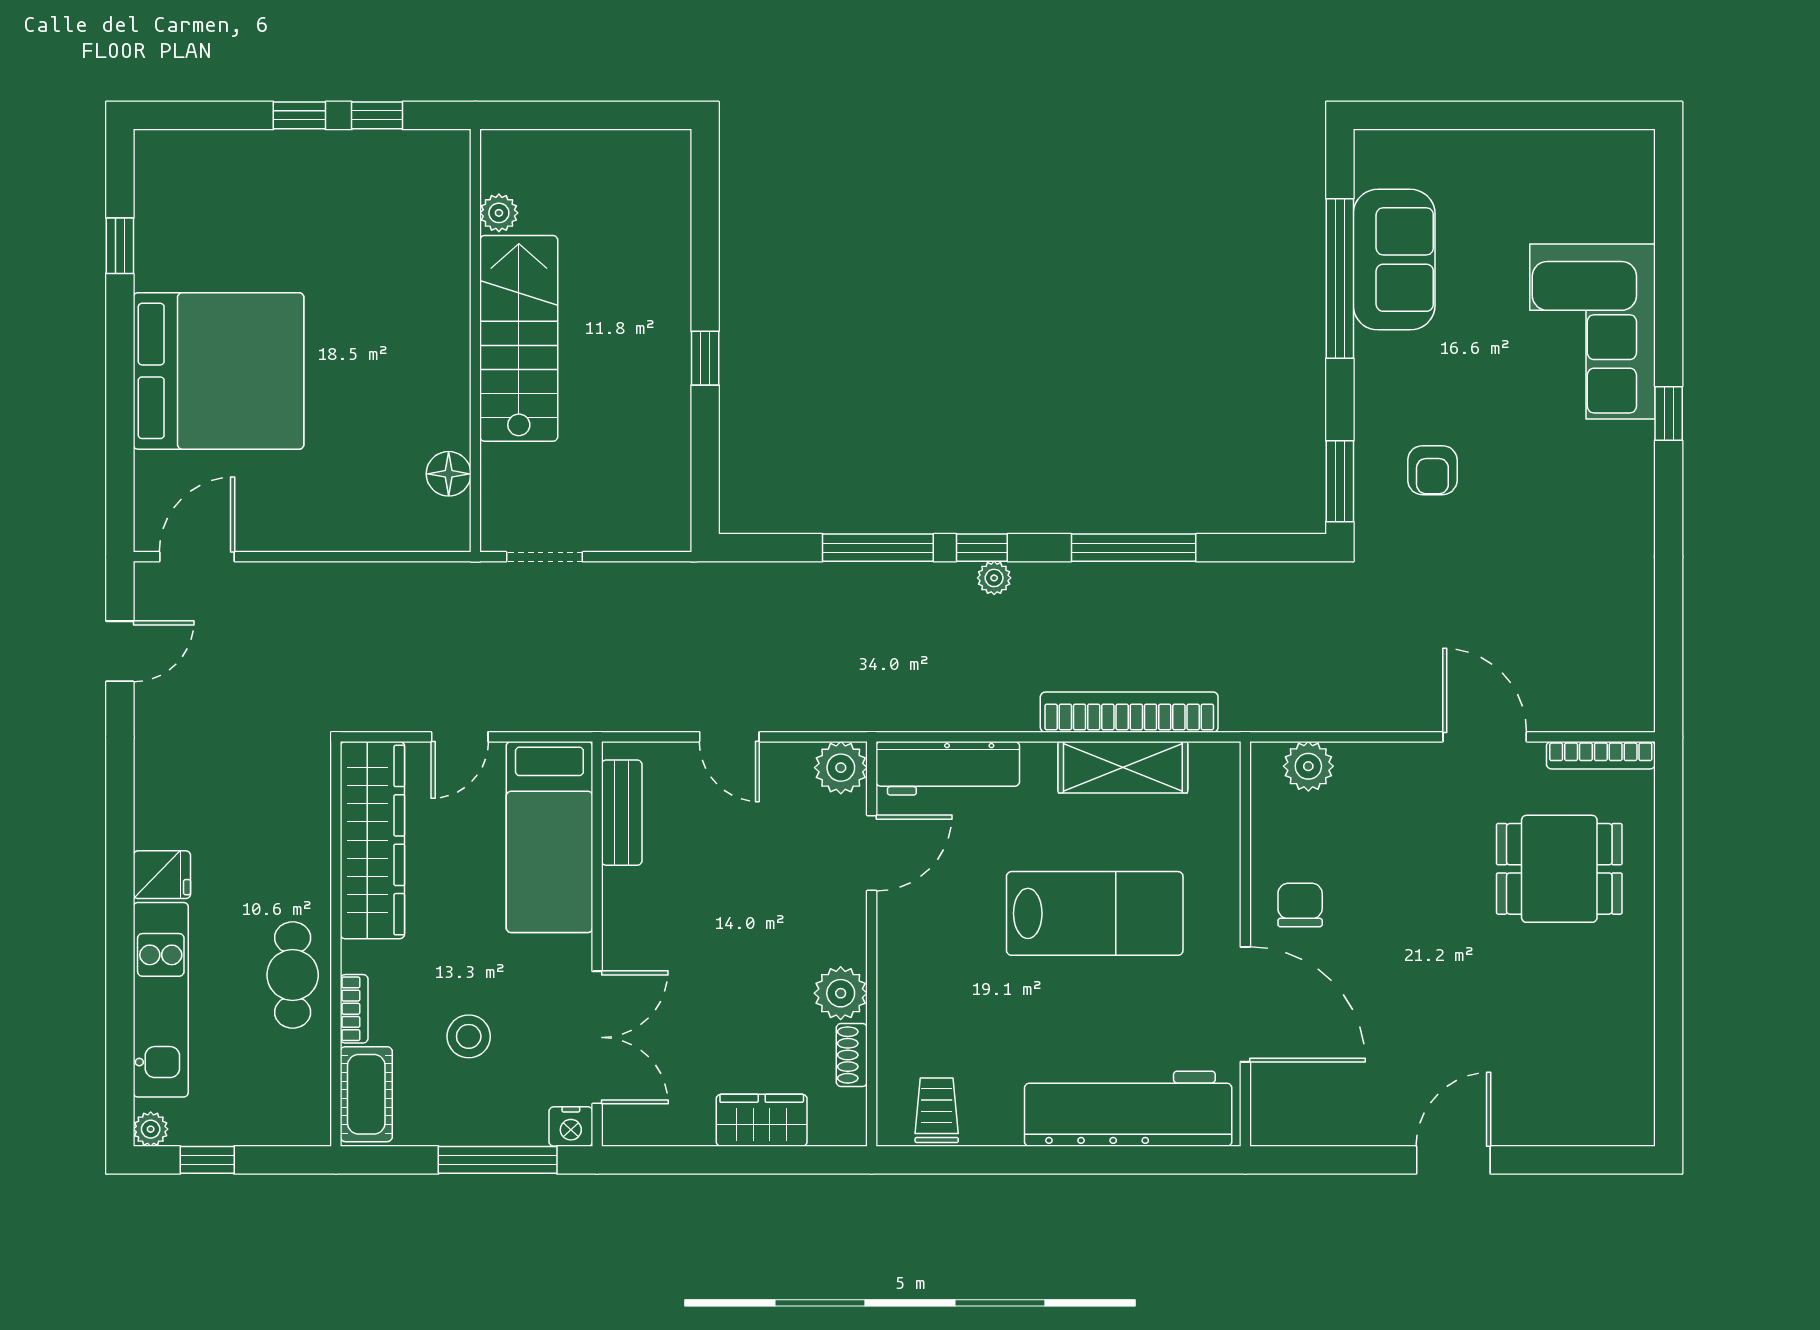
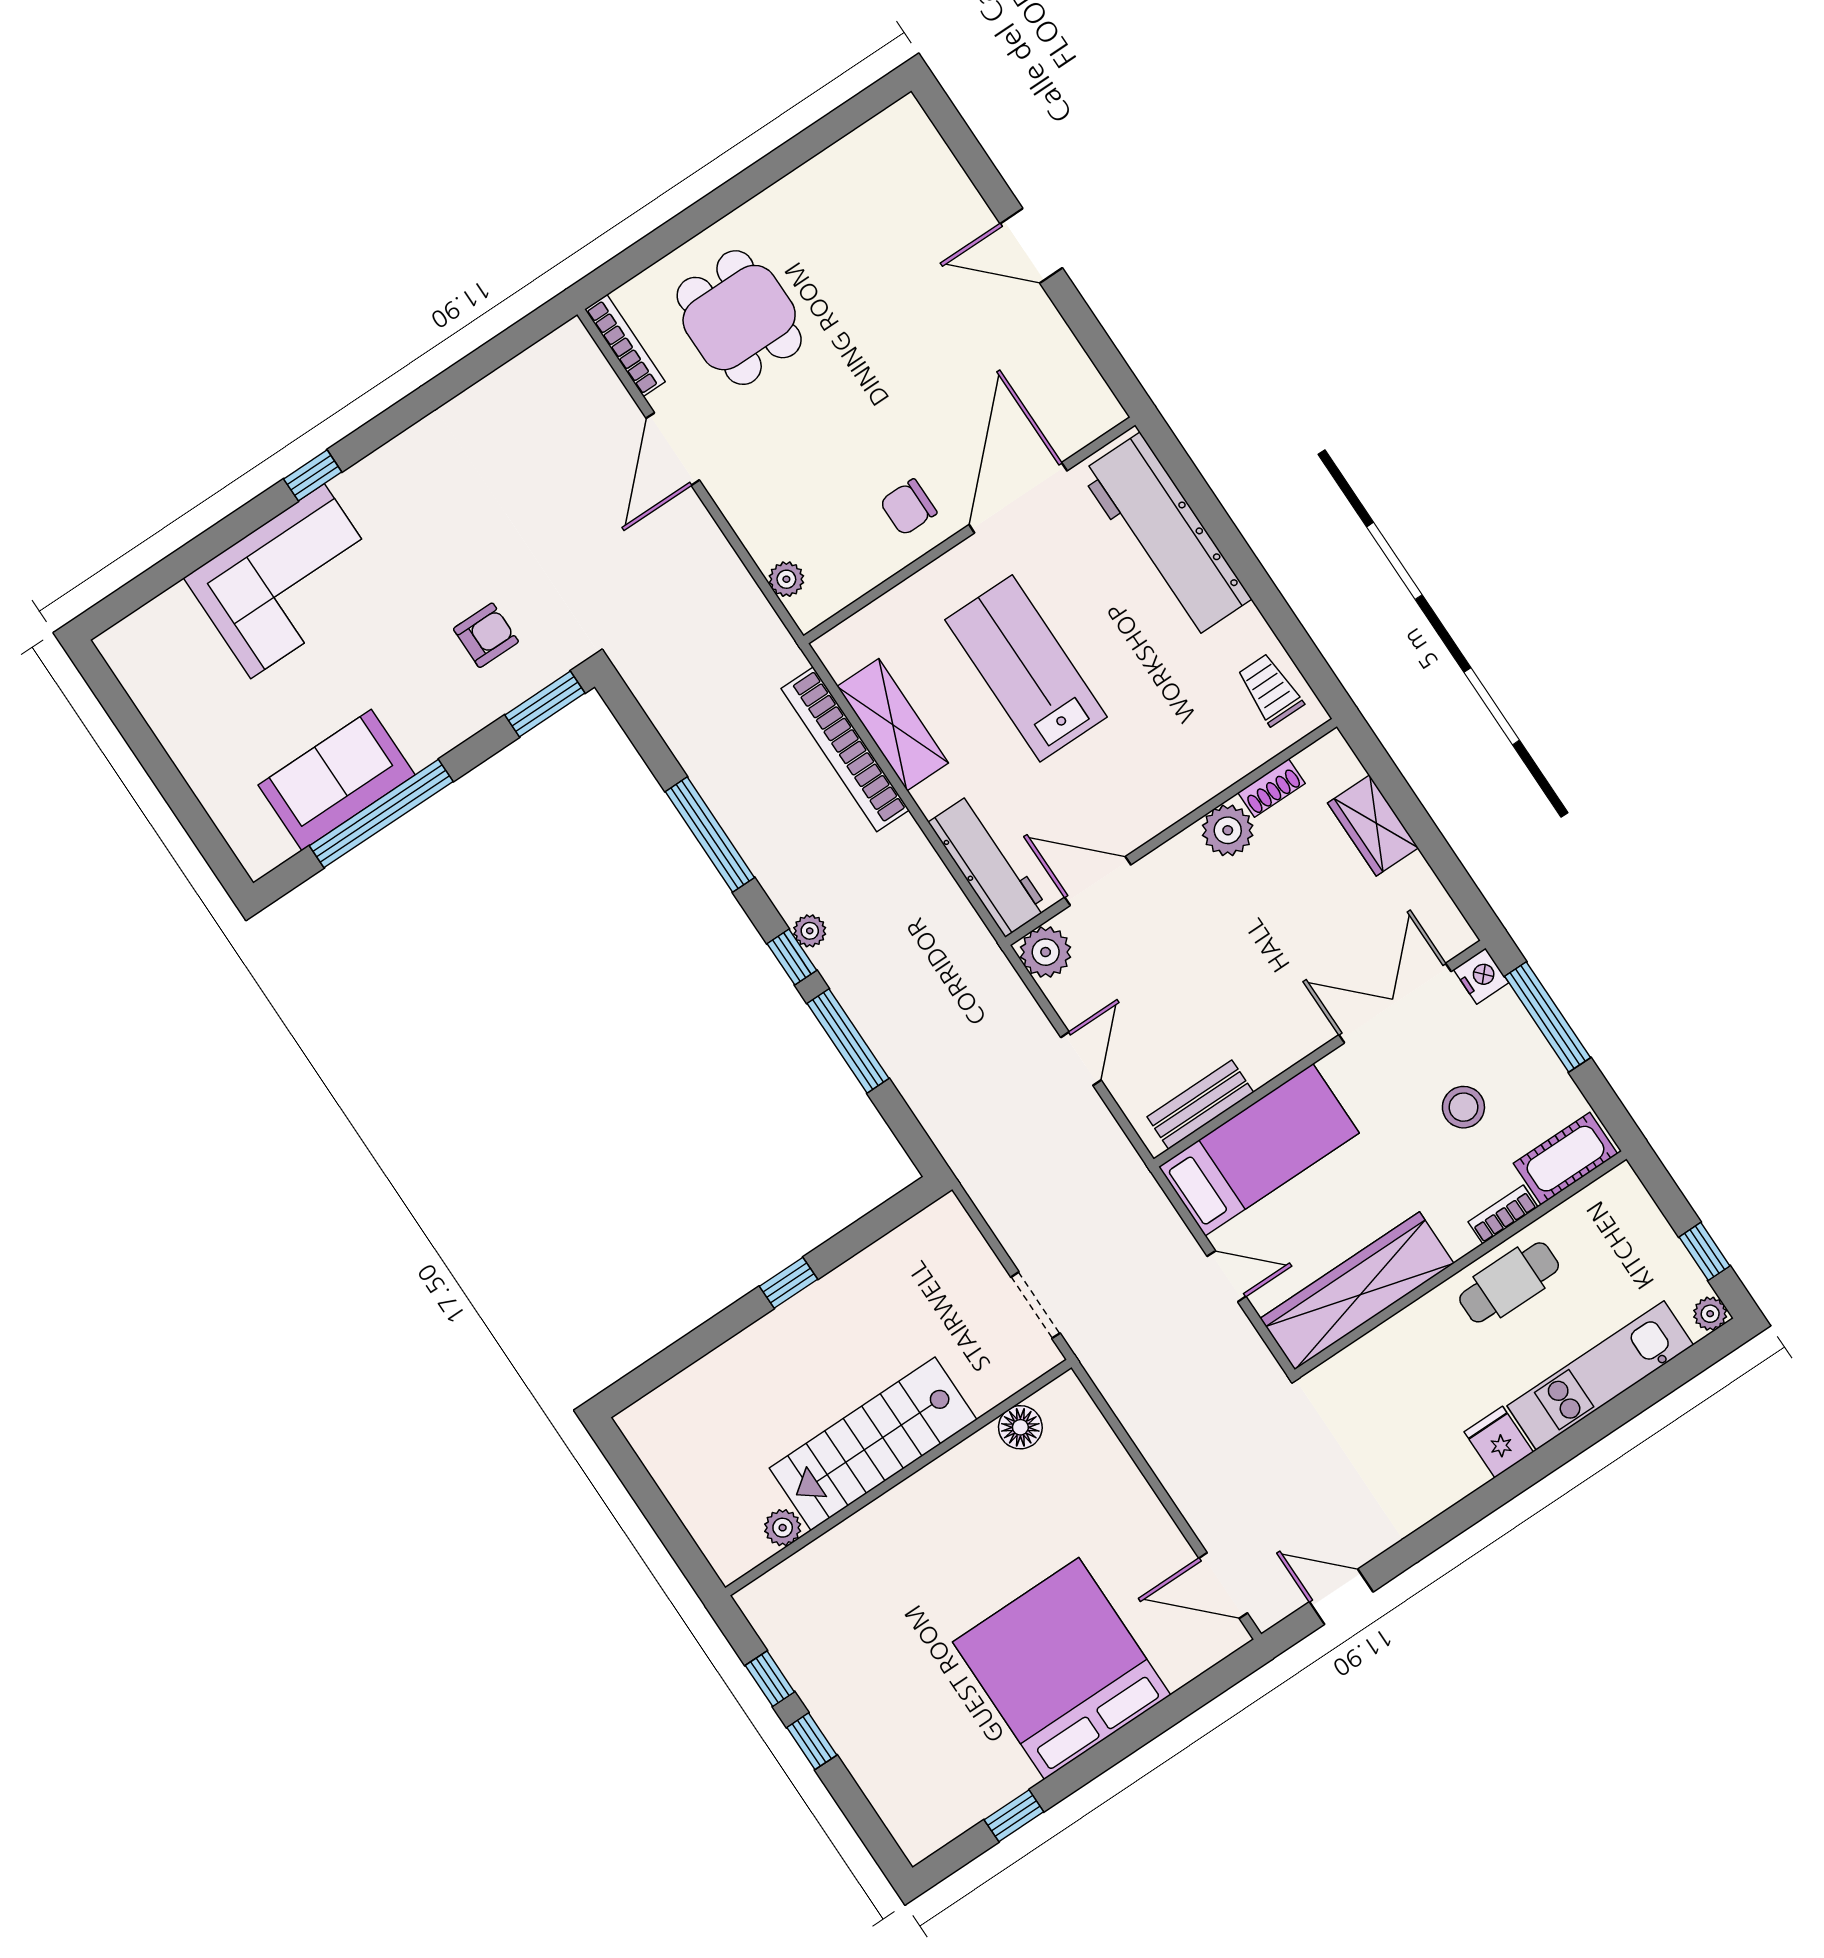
plant: (1308, 766) -> (786, 579), width x0.73, depth x0.73
trolley: (937, 1110) -> (1270, 690), turned 90

